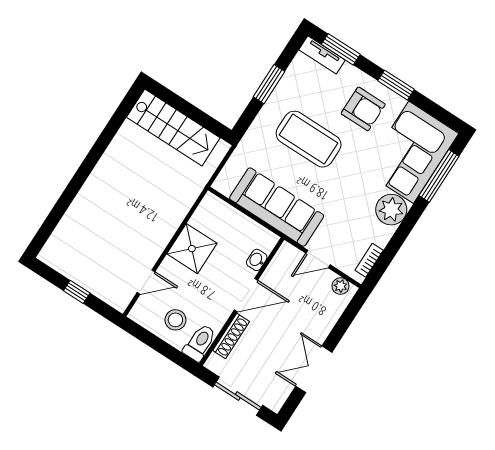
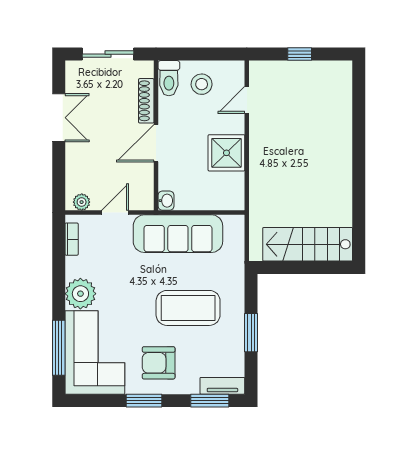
washbasin: (257, 260) -> (166, 201), moved

